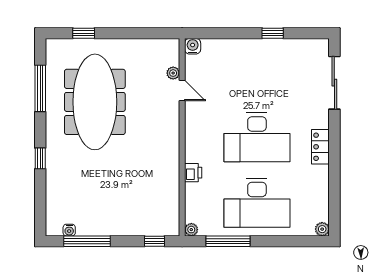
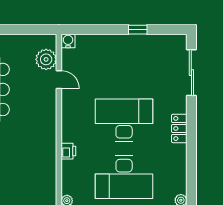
plant: (173, 73) -> (46, 59), width x1.88, depth x1.88
desk: (257, 137) -> (124, 120), turned 180

